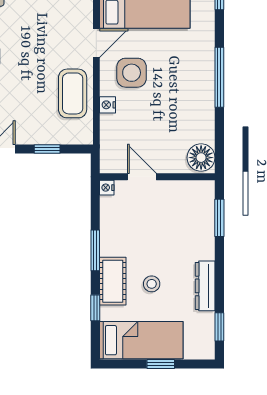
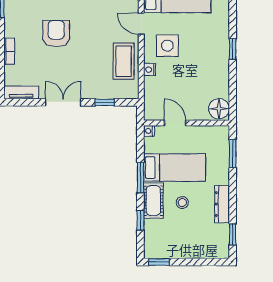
door: (96, 43) -> (141, 24), swing flipped
window: (219, 77) -> (233, 49), width x0.46
bed: (141, 340) -> (175, 168), moved
window: (161, 364) -> (159, 262), moved

